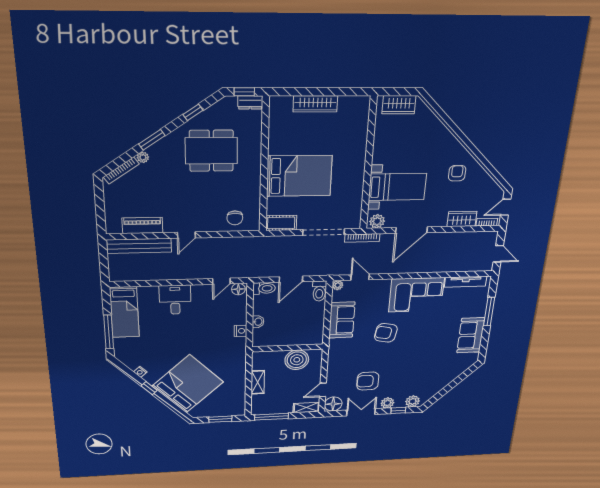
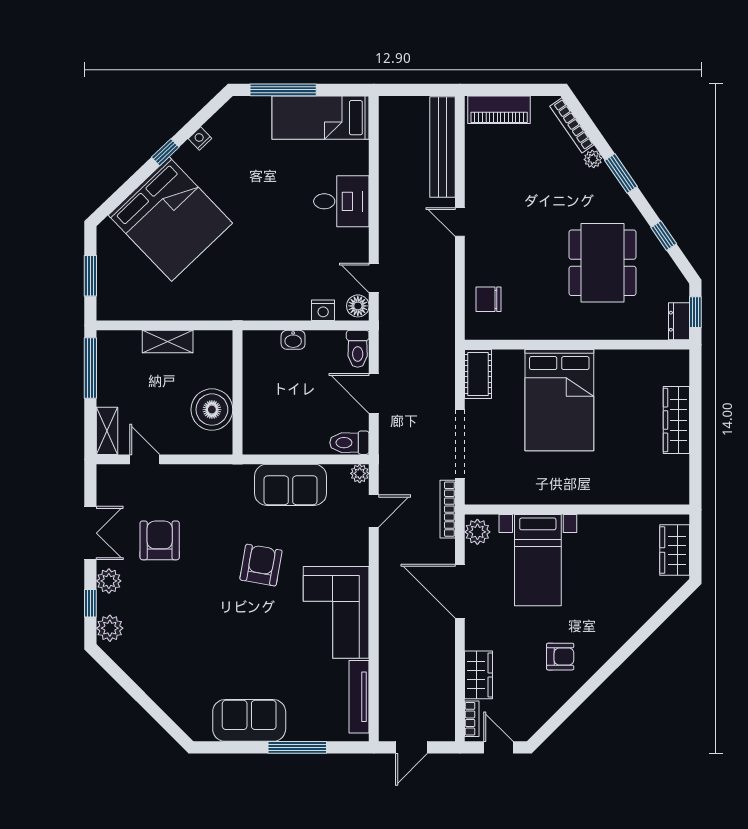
piano: (142, 225) -> (499, 110), moved, turned 90
nightstand: (240, 331) -> (323, 310), moved
floor lamp: (333, 404) -> (112, 480), removed

